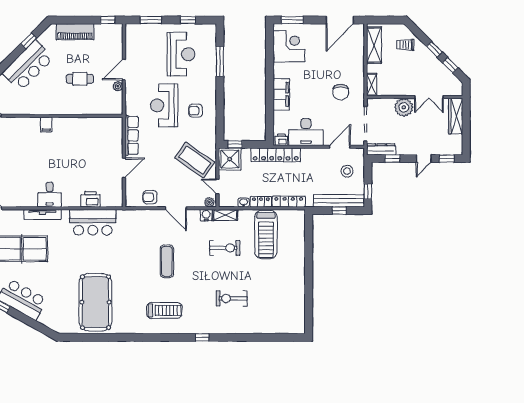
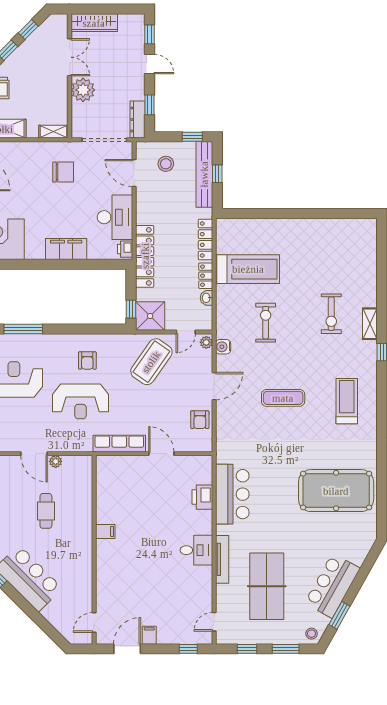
filing cabinet: (46, 125) -> (105, 531), moved
shelving: (225, 215) -> (370, 324), moved

